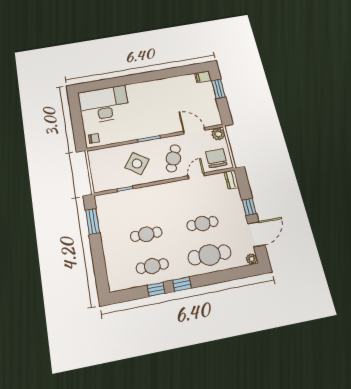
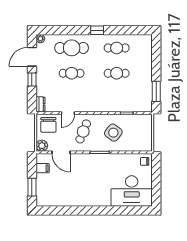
filing cabinet: (203, 77) -> (43, 168), moved
window: (156, 289) -> (117, 30), removed

